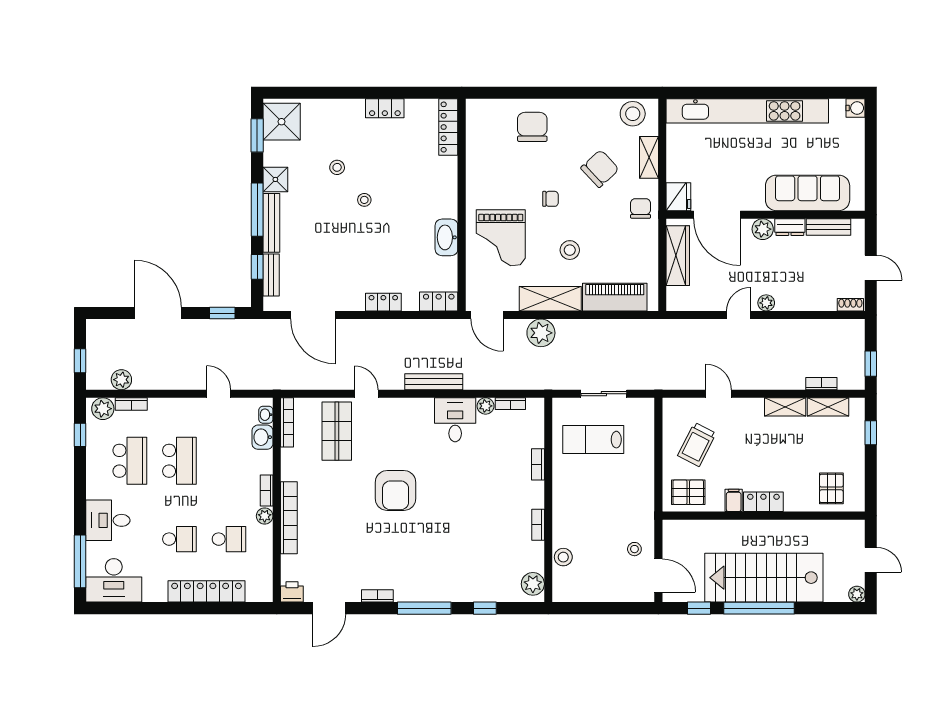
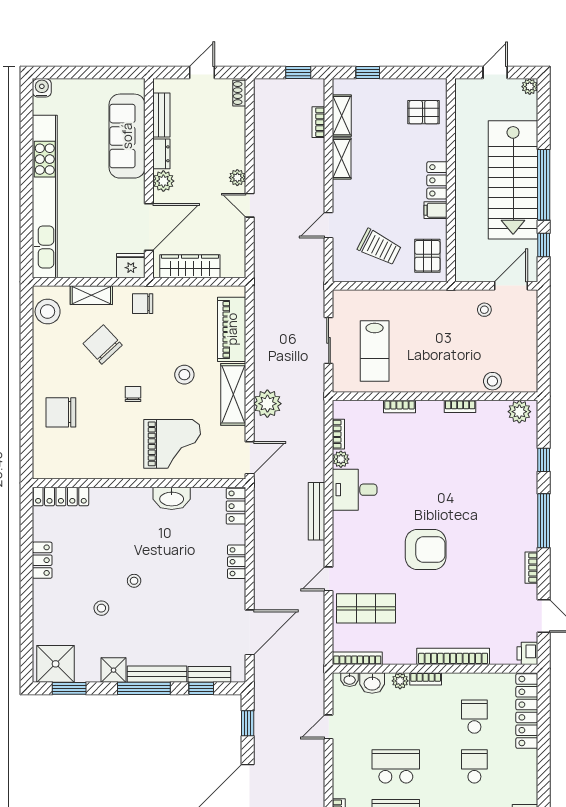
plant: (265, 516) -> (400, 681), moved
locker: (207, 591) -> (527, 711), moved

